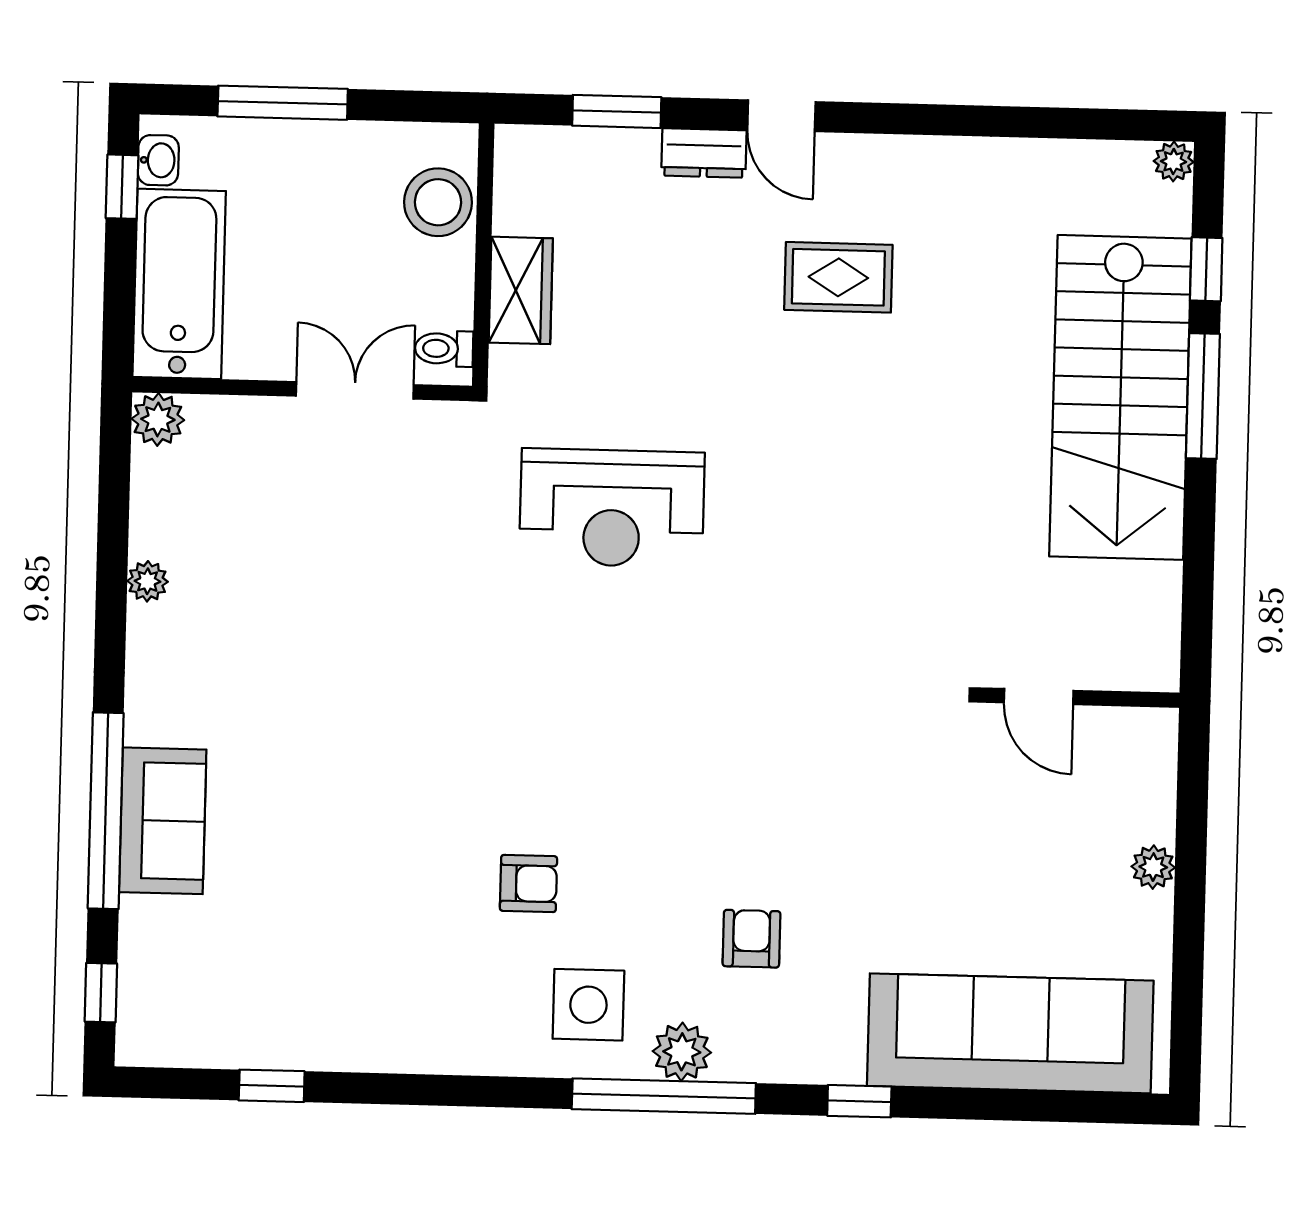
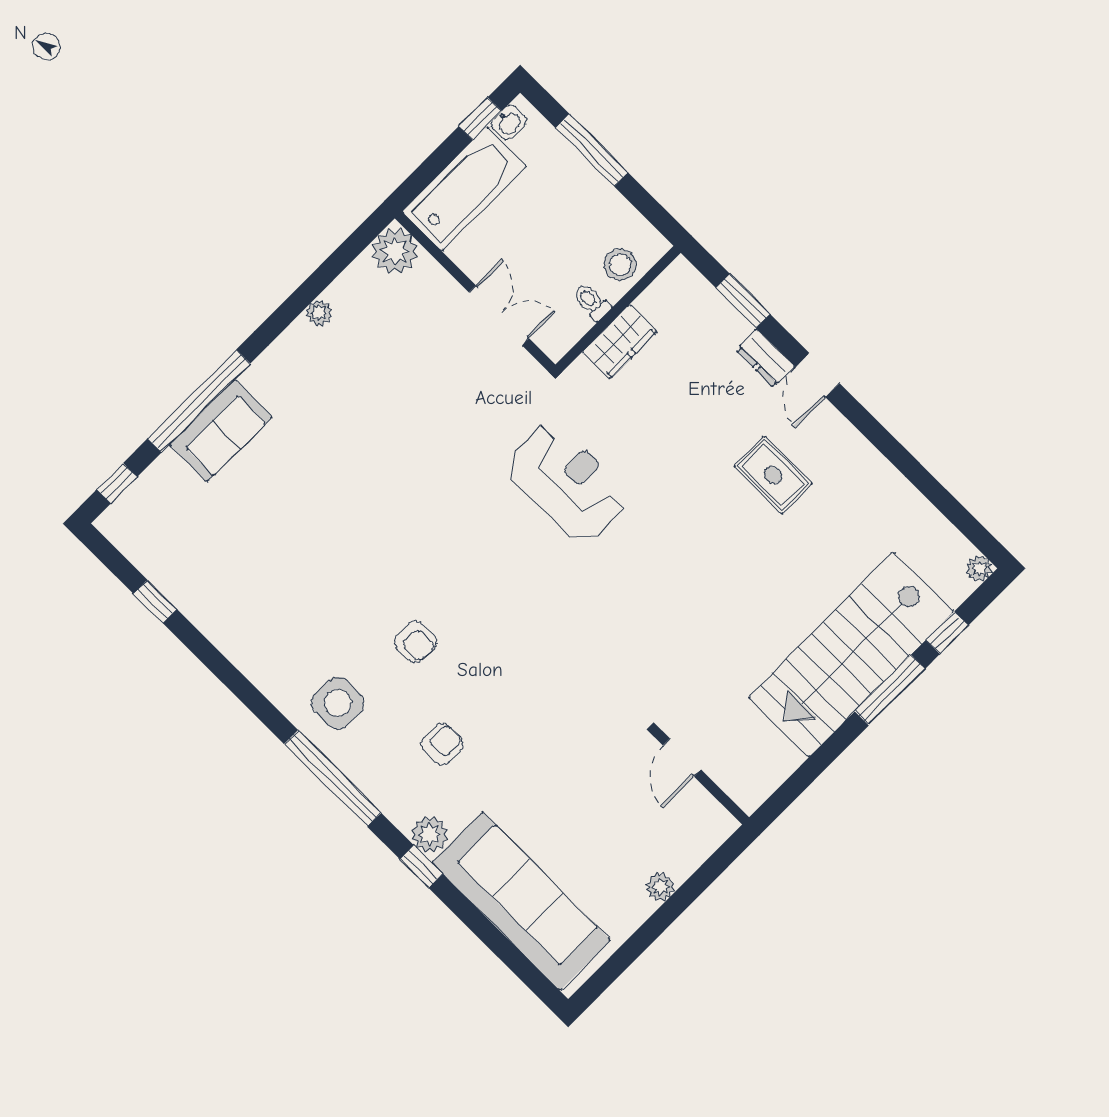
stool: (438, 202) -> (620, 265), width x0.73, depth x0.73
toilet: (444, 349) -> (592, 302), moved
plant: (158, 419) -> (395, 251), width x1.36, depth x1.36
reception desk: (612, 508) -> (567, 483), turned 180
armchair: (528, 884) -> (415, 642), moved
plant: (682, 1052) -> (429, 834), moved

